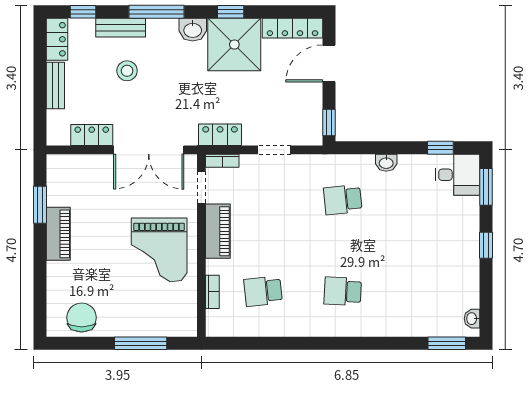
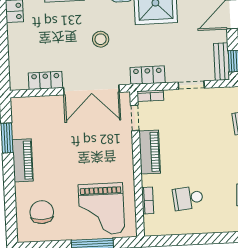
stool: (127, 71) -> (101, 39), moved
bench: (55, 85) -> (222, 62), moved
grand piano: (159, 250) -> (101, 209), moved
chair: (82, 318) -> (42, 212), moved

